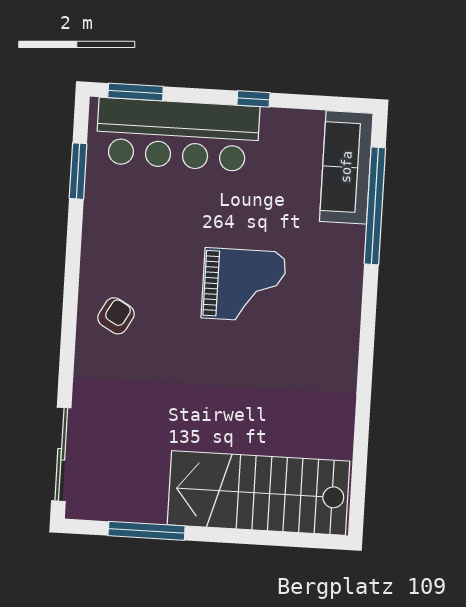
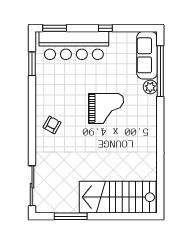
plant: (349, 242) -> (150, 87), added

